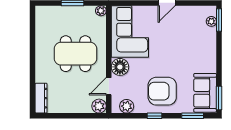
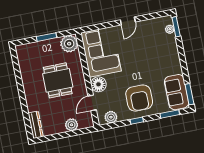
plant: (101, 11) -> (69, 44), width x1.87, depth x1.87
dining table: (76, 54) -> (58, 80), width x0.73
armchair: (162, 91) -> (139, 98), turned -90
plant: (99, 106) -> (72, 125), moved

